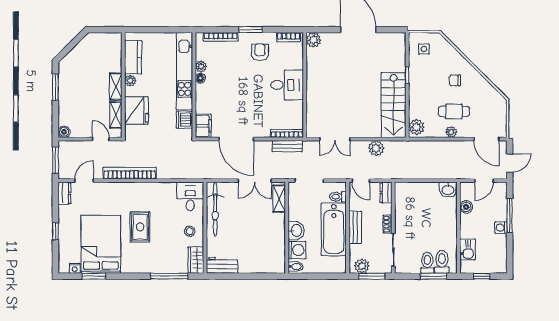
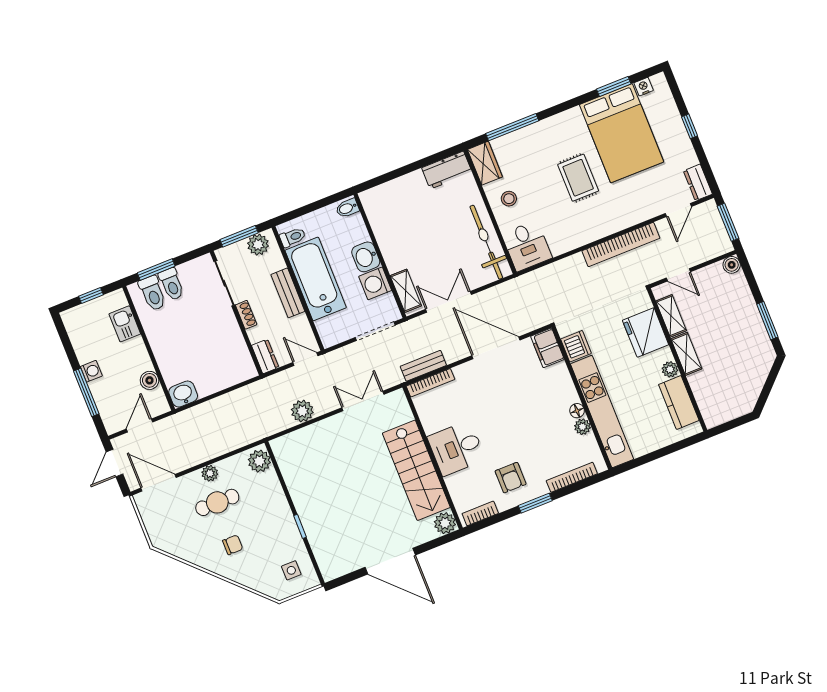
stairs: (394, 105) -> (416, 470), moved, turned 180
toilet: (338, 197) -> (293, 237), moved
washing machine: (297, 250) -> (375, 283), moved

